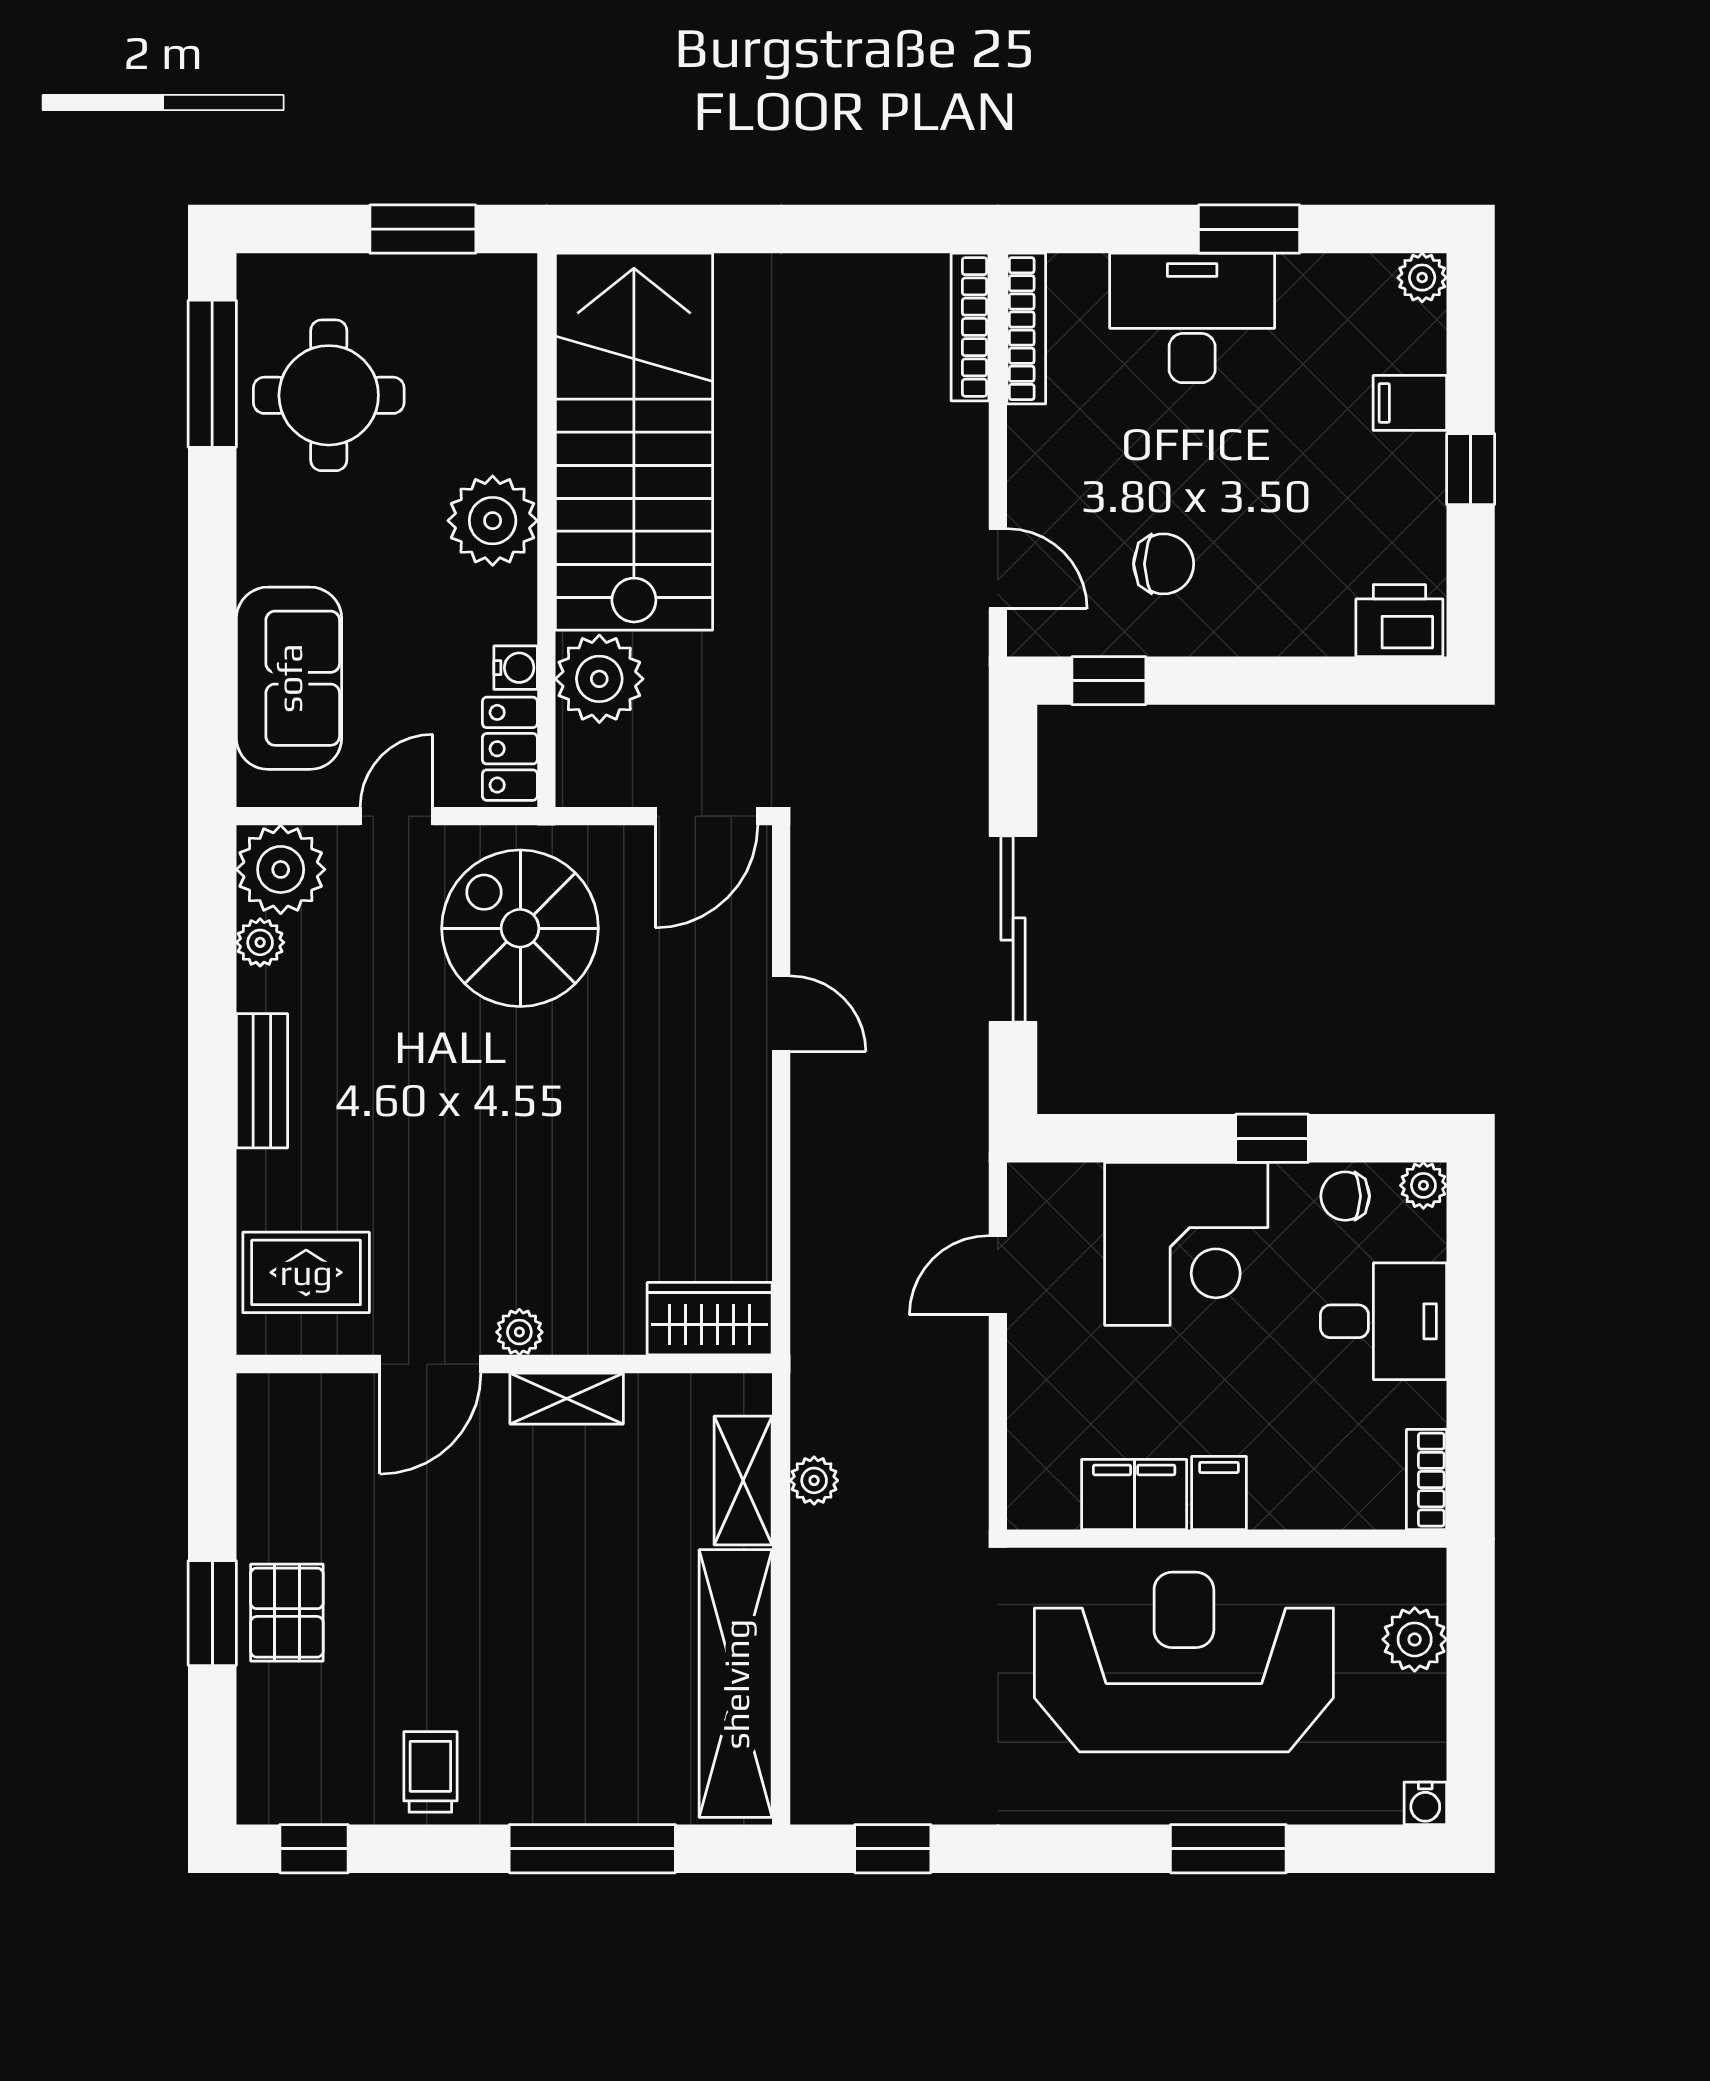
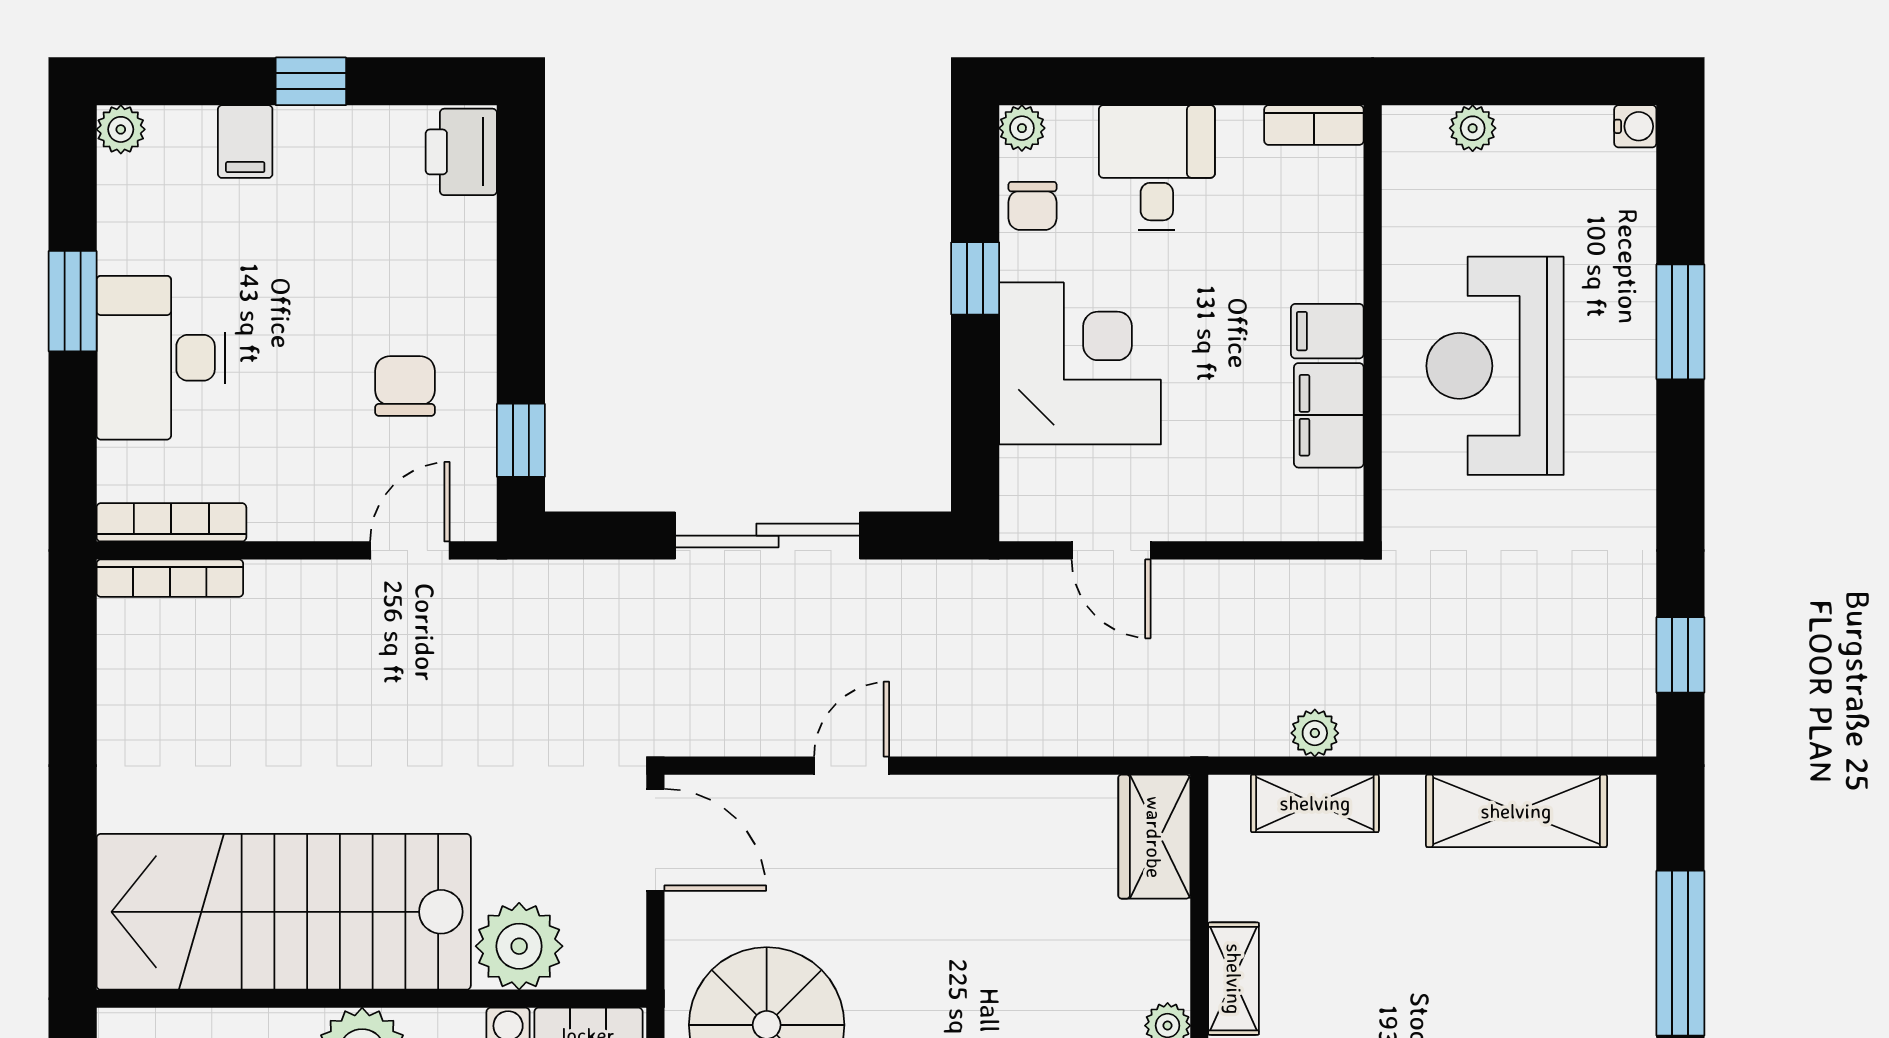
plant: (1415, 1639) -> (1473, 128), width x0.73, depth x0.73
reception desk: (1184, 1662) -> (1495, 366), width x0.74, depth x0.77
shelving: (736, 1684) -> (1516, 811), width x0.68

